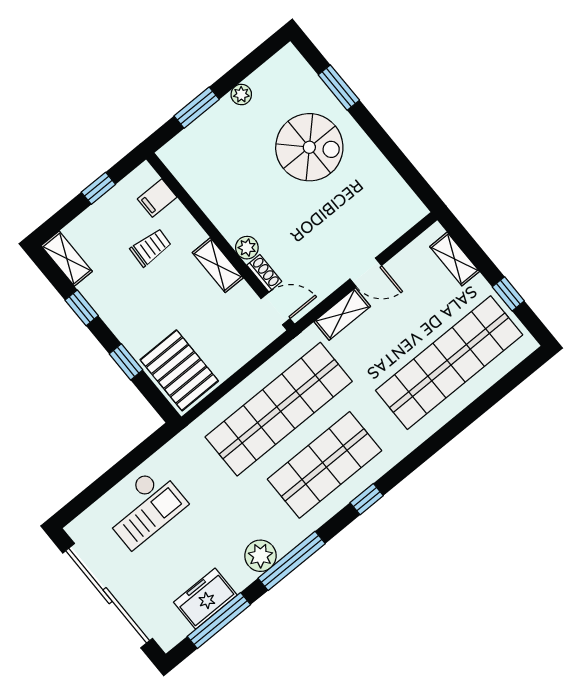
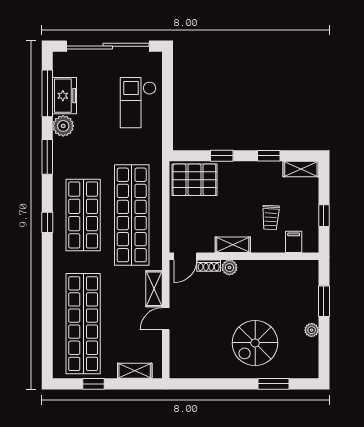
plant: (260, 556) -> (63, 126), moved
window: (292, 561) -> (47, 157), width x0.69

